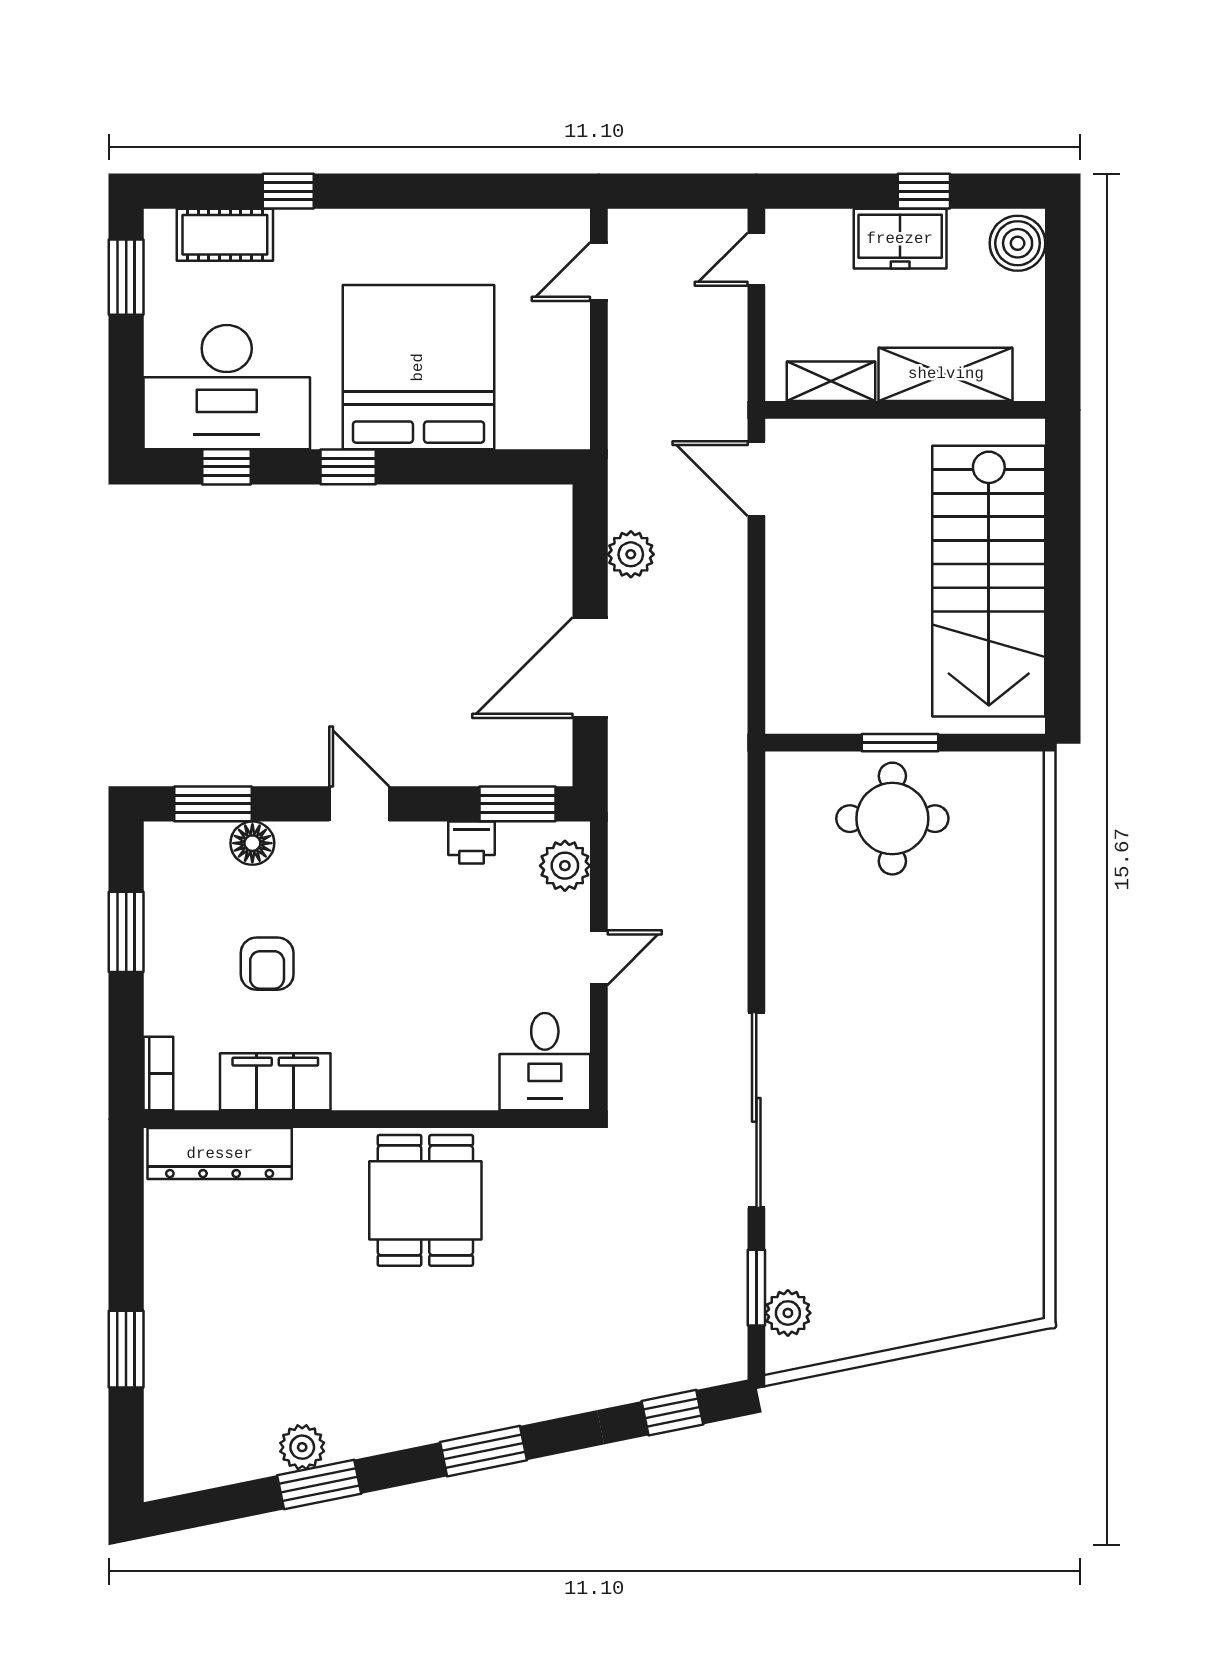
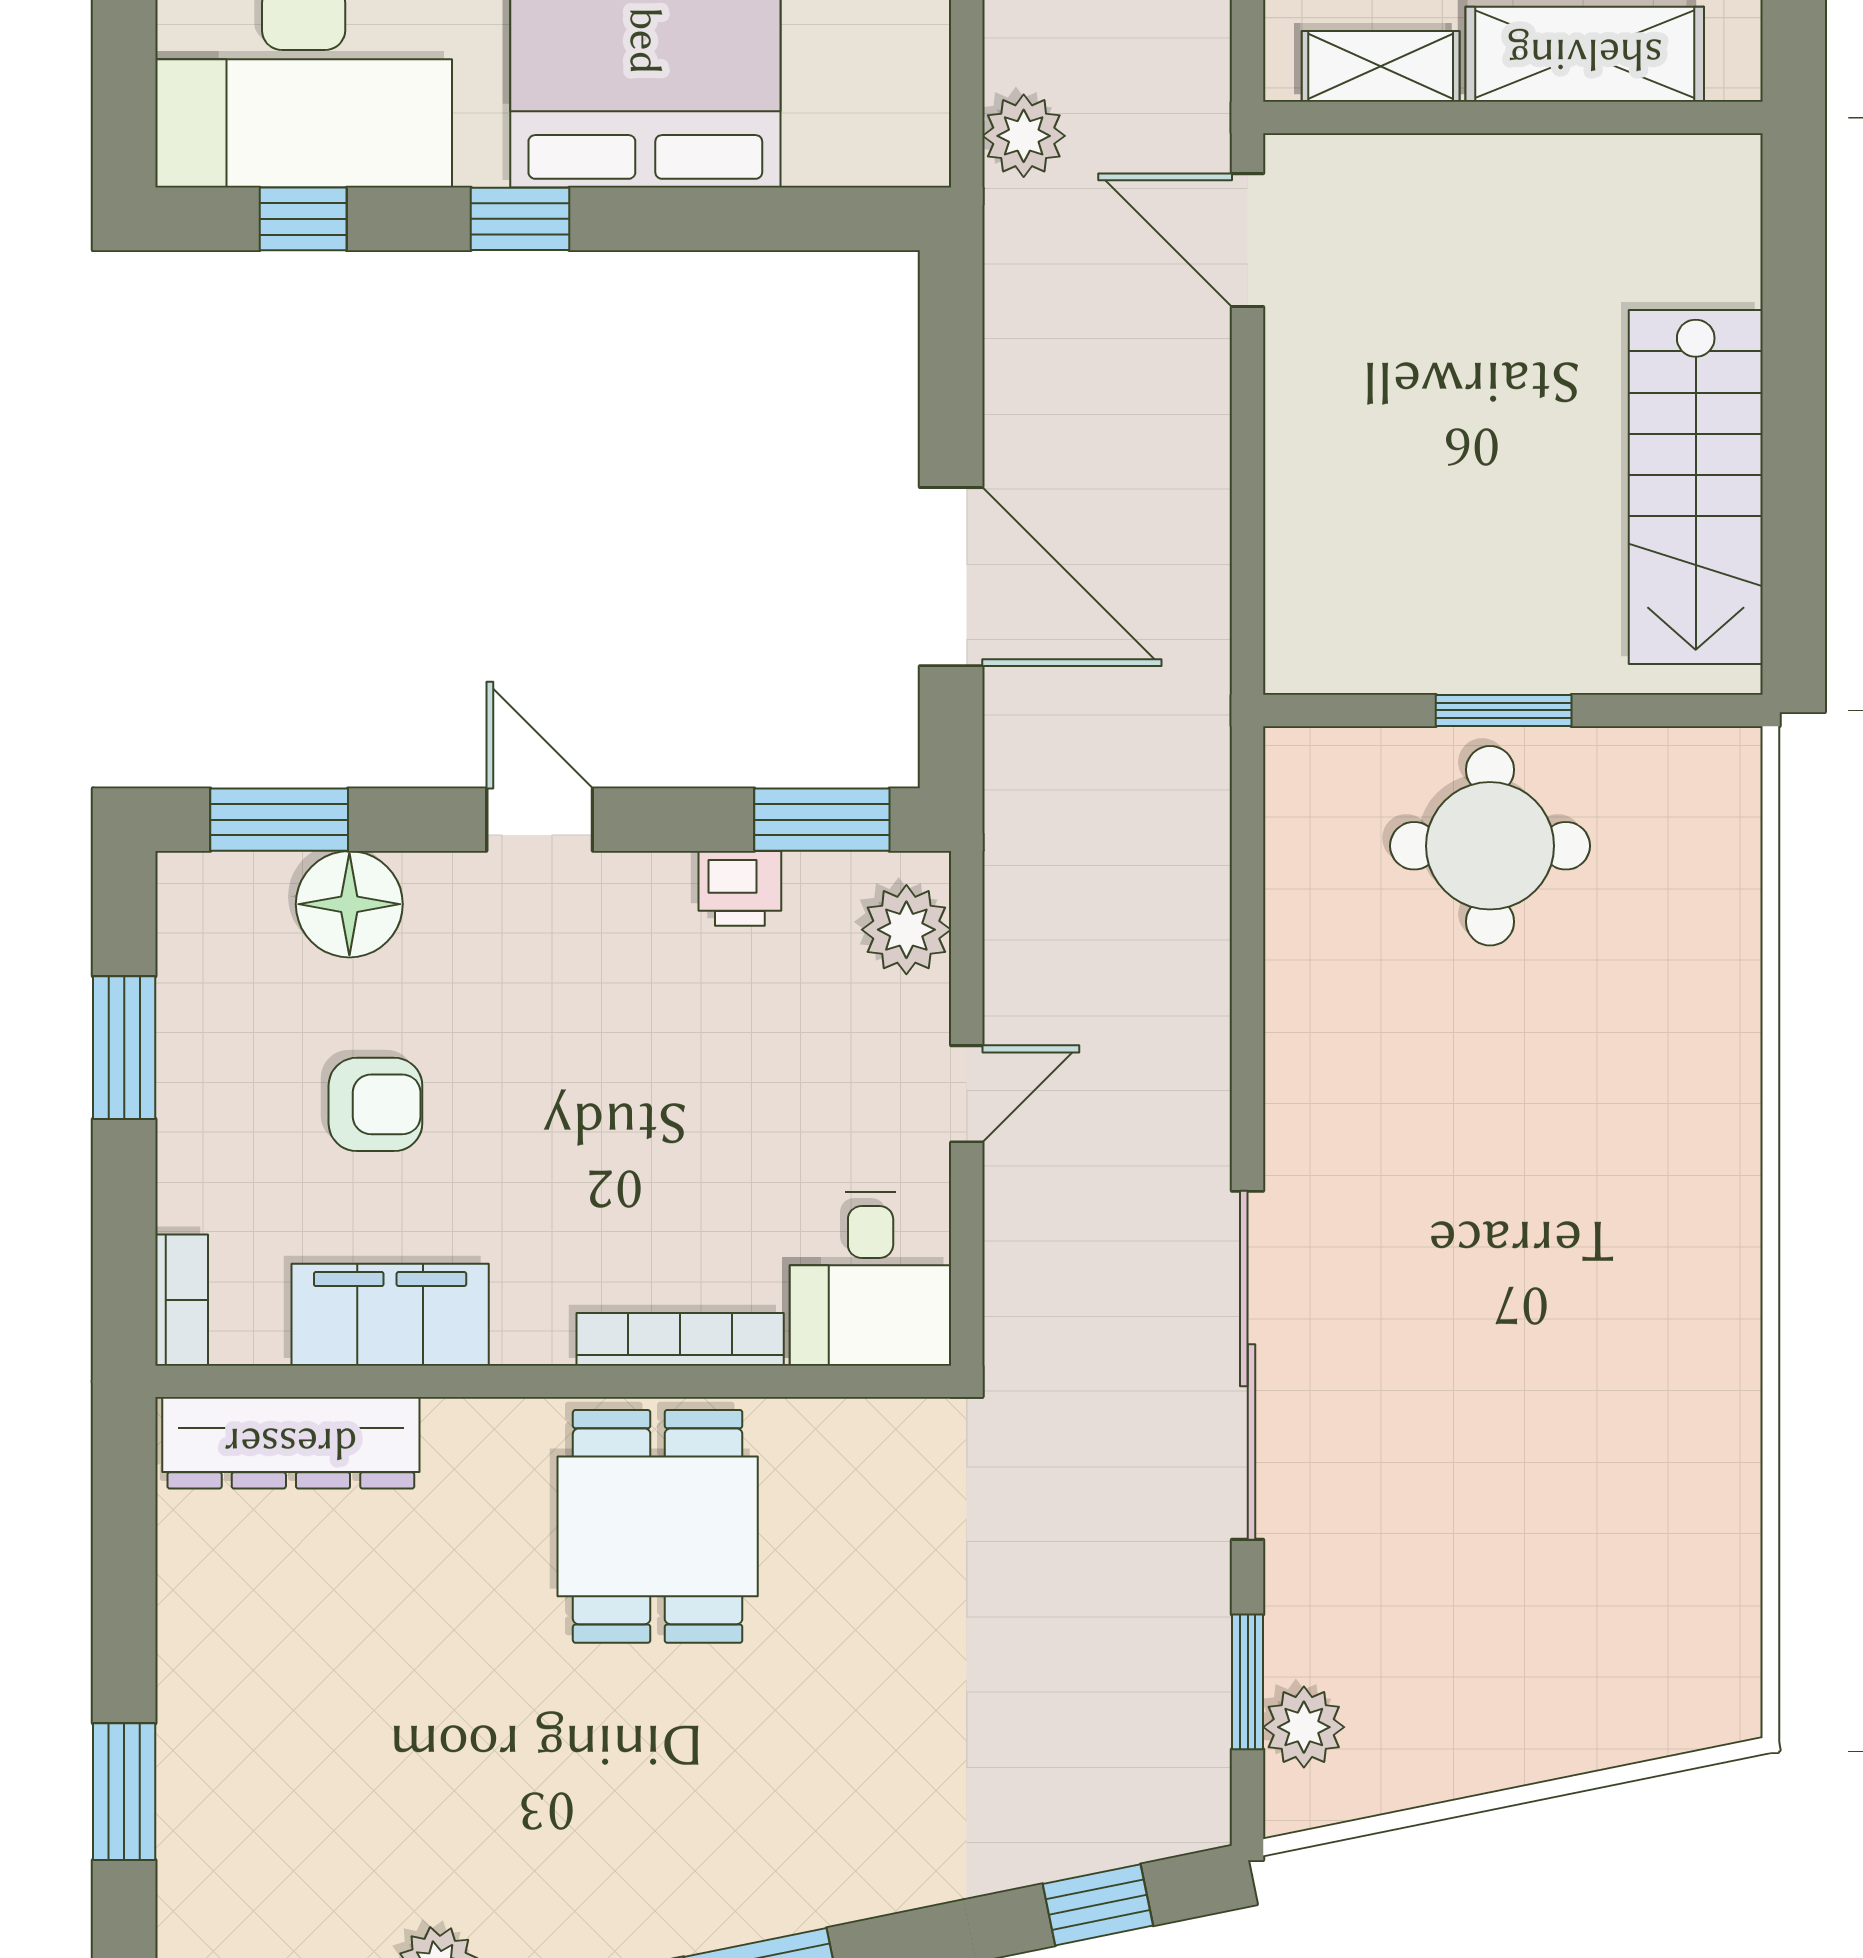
plant: (631, 554) -> (1024, 136), moved
stairs: (989, 581) -> (1696, 487), width x0.73, depth x0.66
door: (590, 668) -> (951, 577), swing flipped
floor lamp: (252, 843) -> (349, 904), width x1.38, depth x1.38
armchair: (267, 964) -> (375, 1104), turned -90
bookcase: (438, 1095) -> (680, 1339), added

